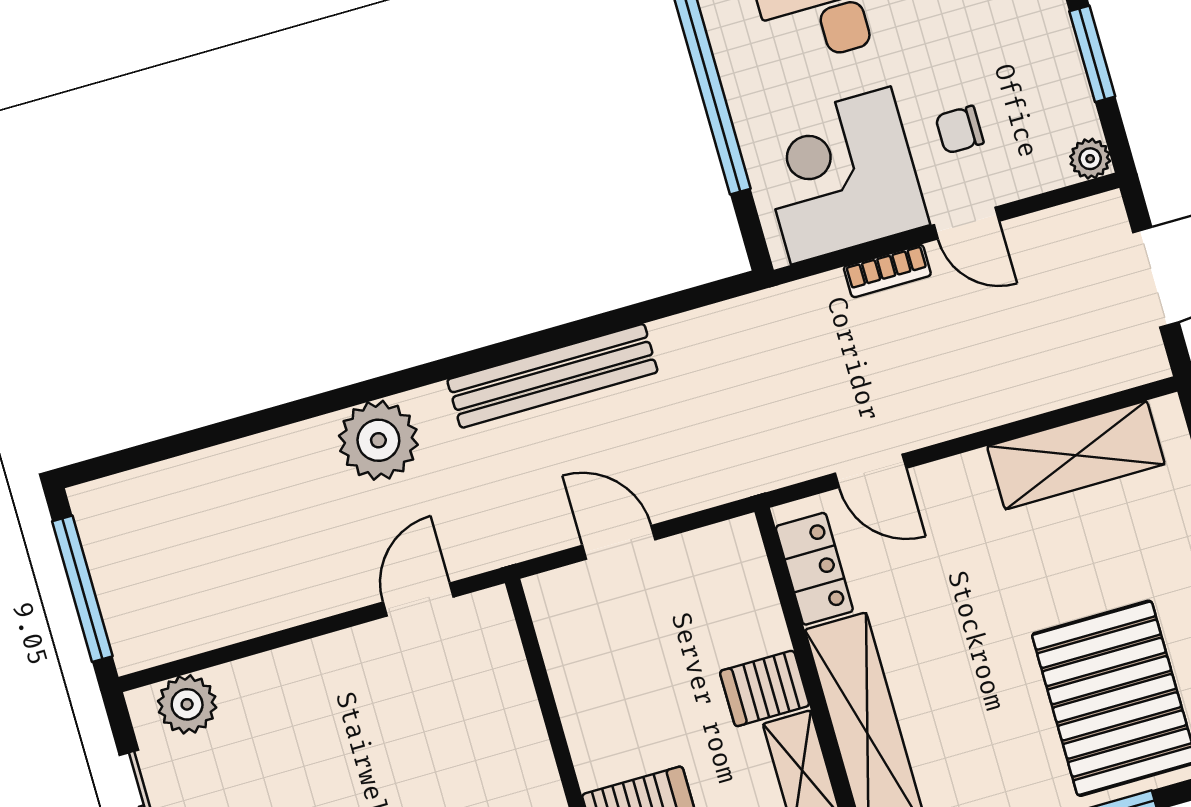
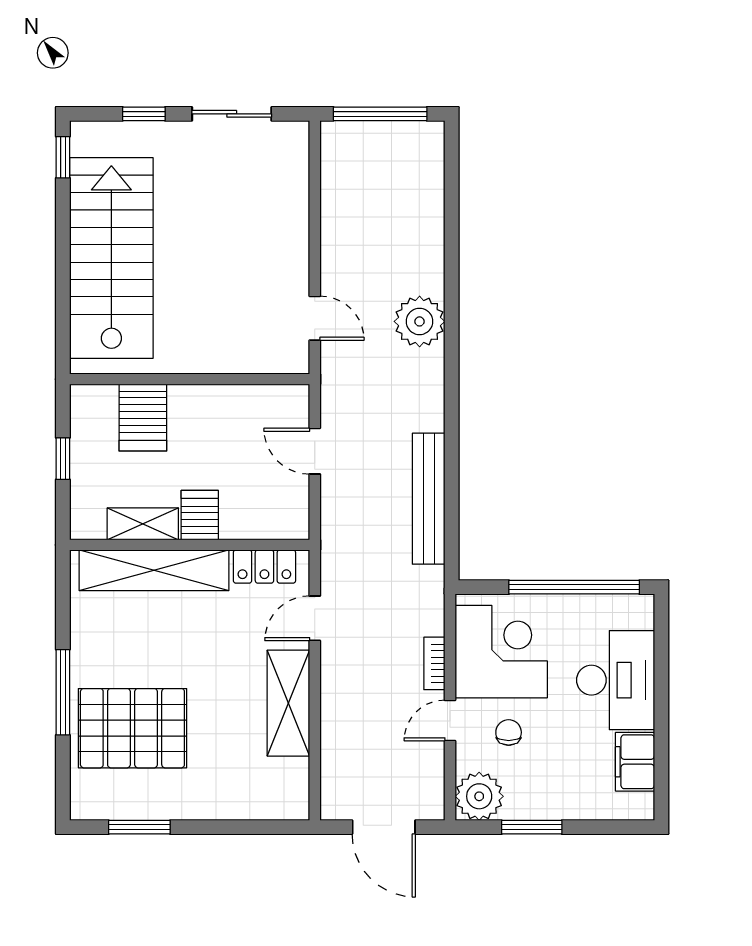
plant: (1090, 159) -> (479, 796), width x1.87, depth x1.87
bench: (552, 376) -> (429, 499), moved
shelving: (1076, 455) -> (288, 703), moved
door: (619, 542) -> (315, 451), swing flipped
plant: (187, 704) -> (291, 158), removed

